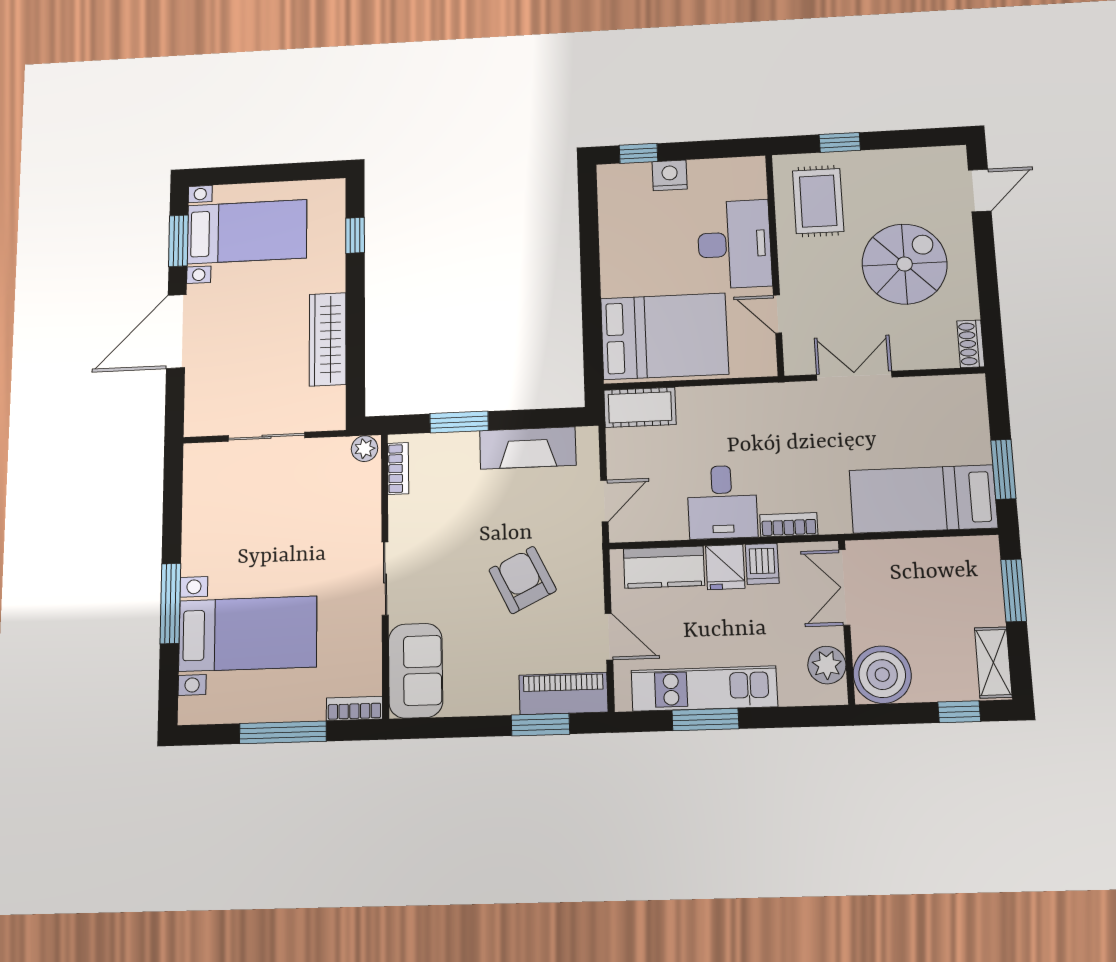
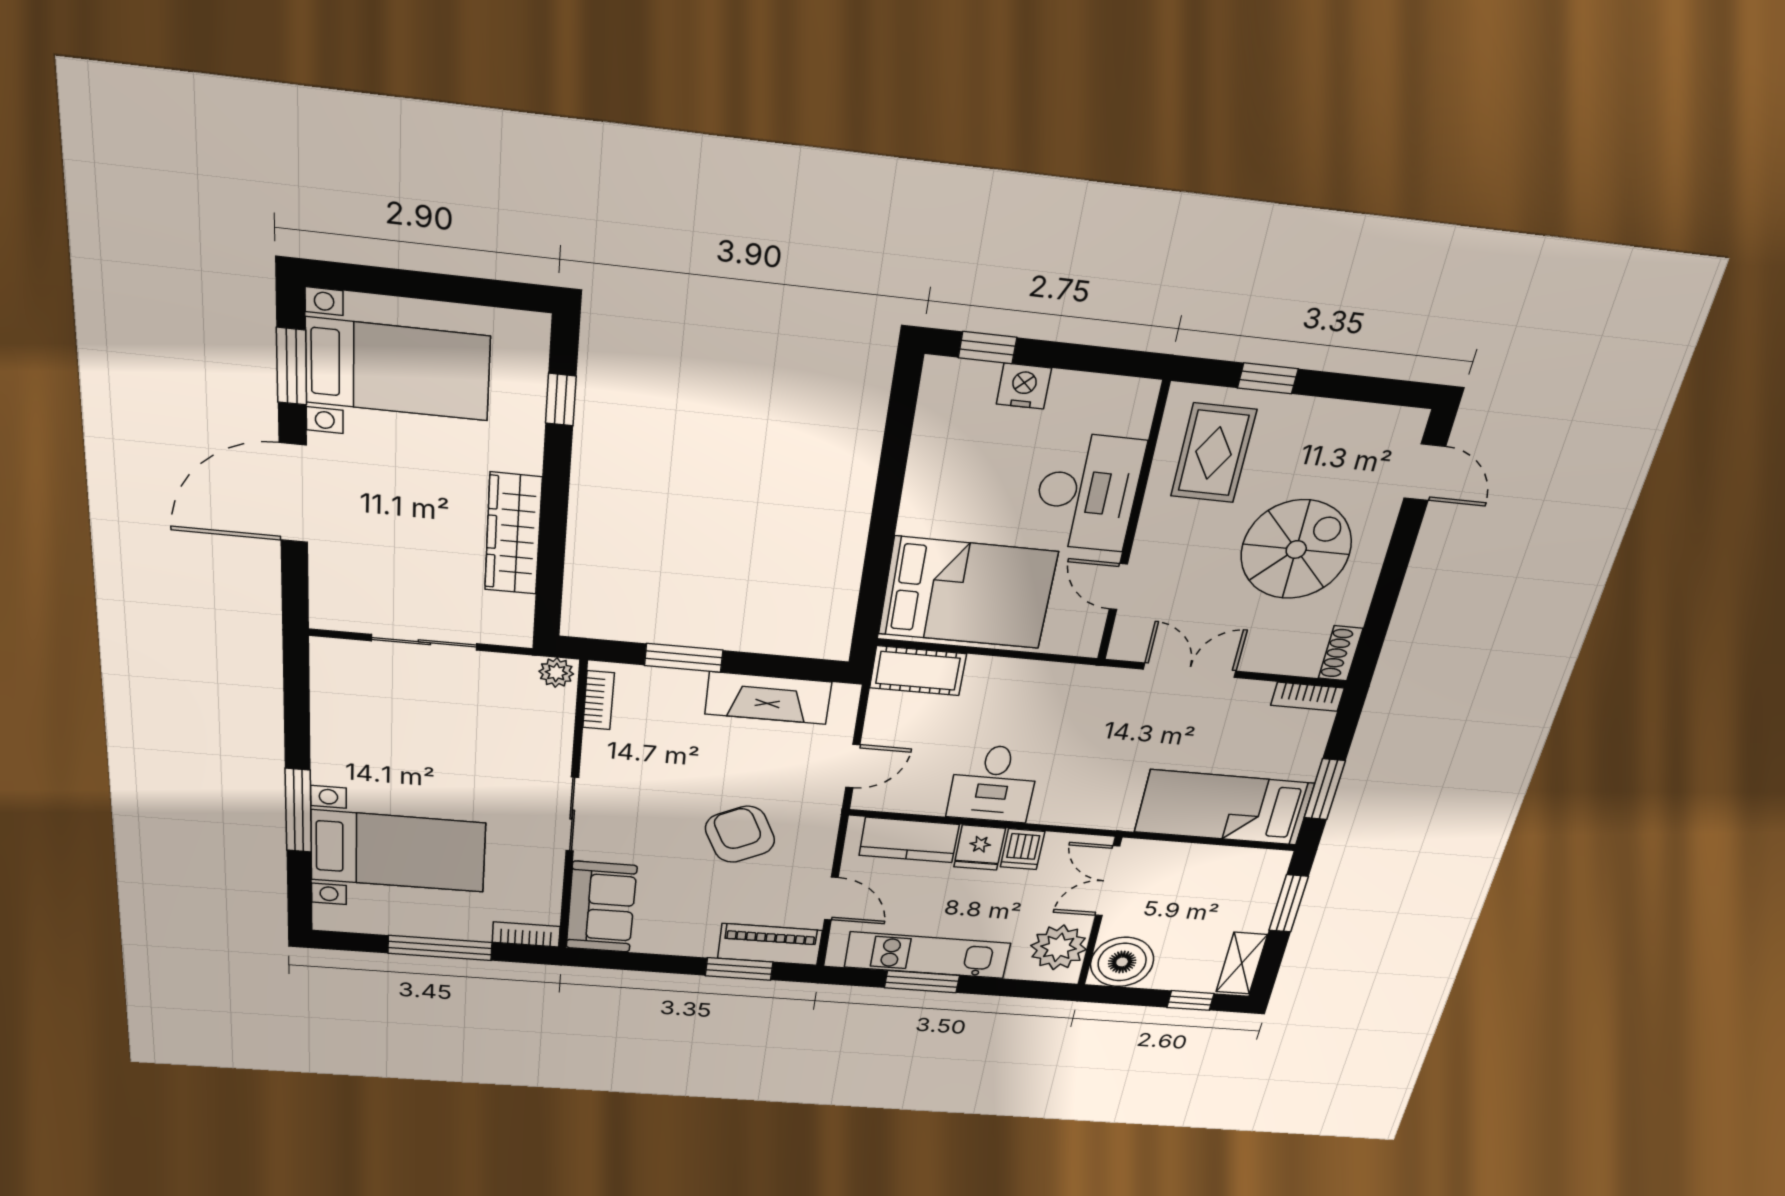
door: (980, 190) -> (1425, 472), hinge flipped
bookcase: (789, 525) -> (1308, 697), moved, turned 180
plant: (827, 665) -> (1059, 947), width x1.36, depth x1.36

